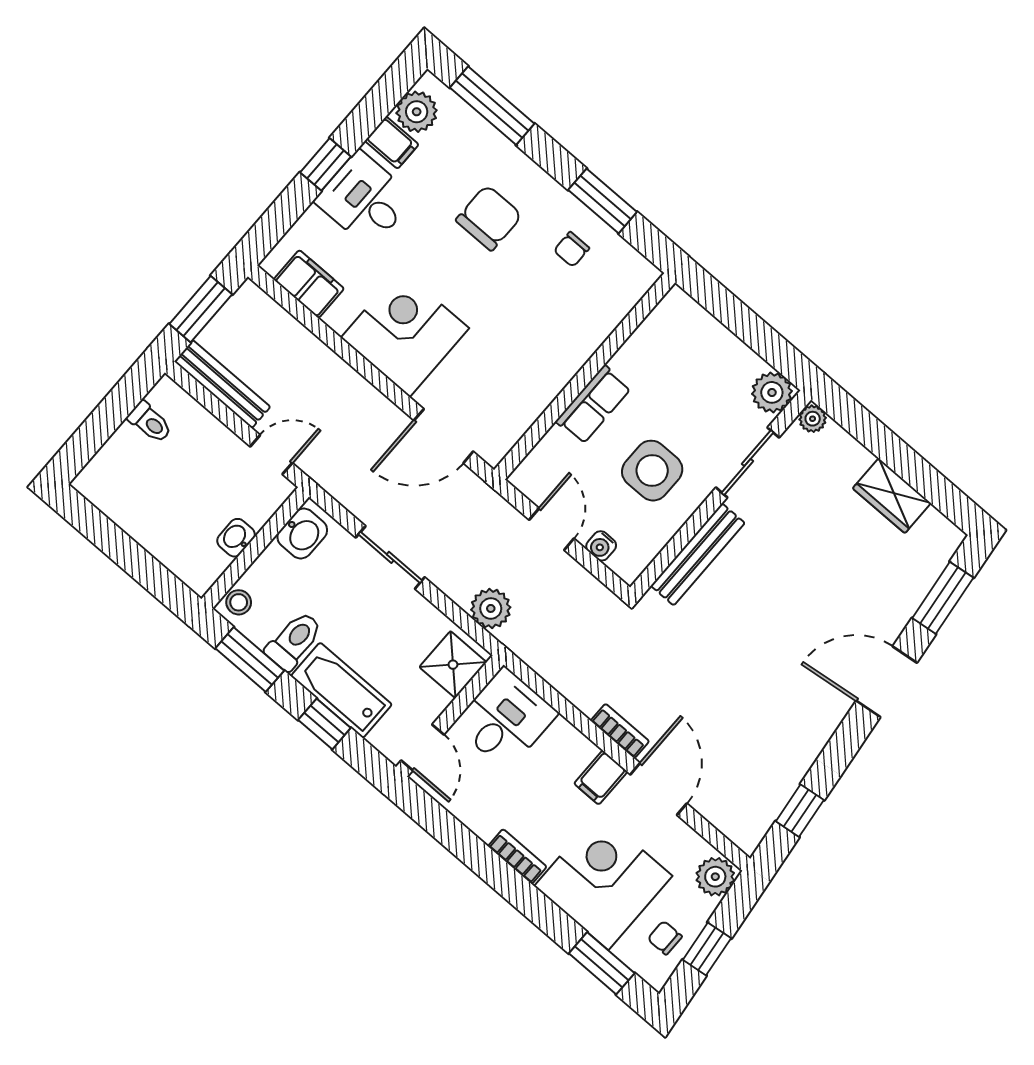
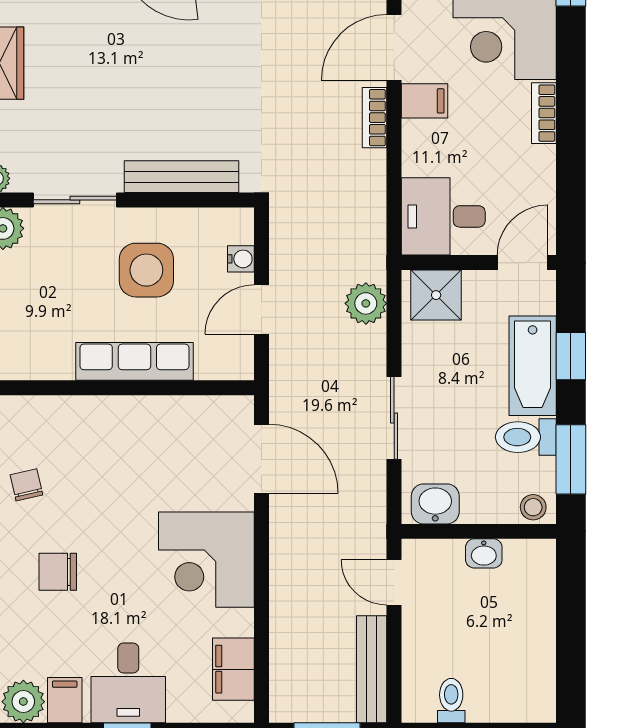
chair: (489, 218) -> (58, 572), width x0.73, depth x0.73
chair: (572, 249) -> (26, 485), turned -103
row of seats: (593, 405) -> (134, 361), width x1.48

